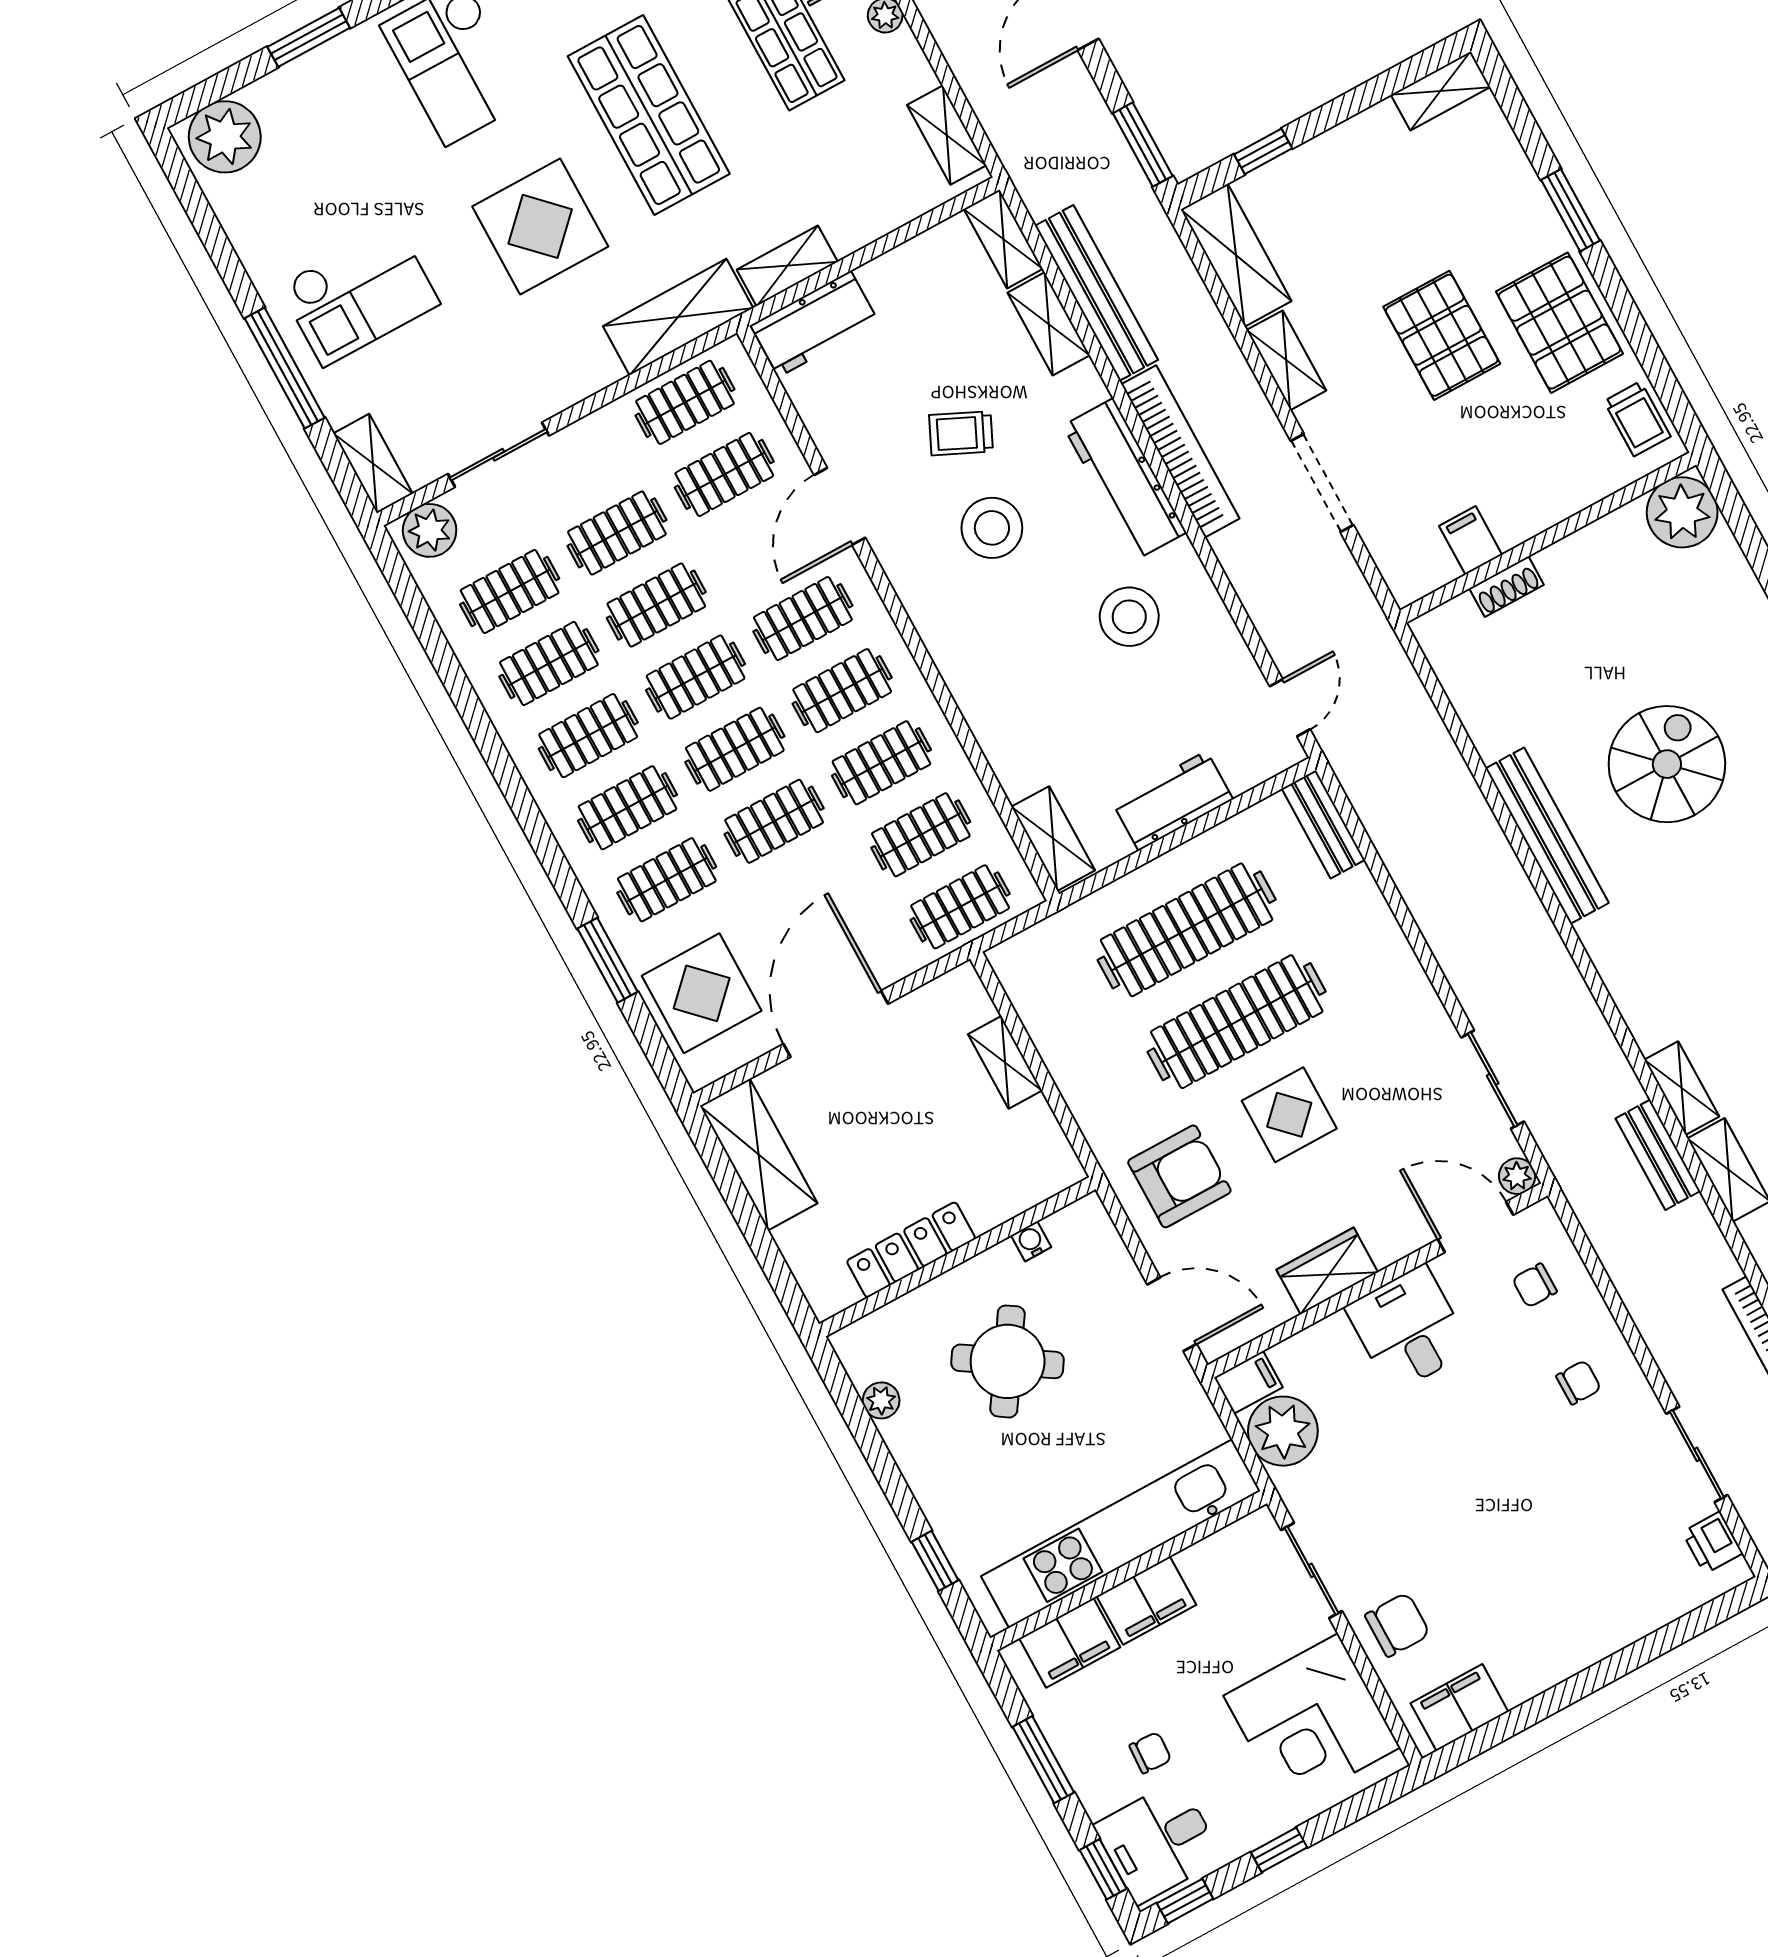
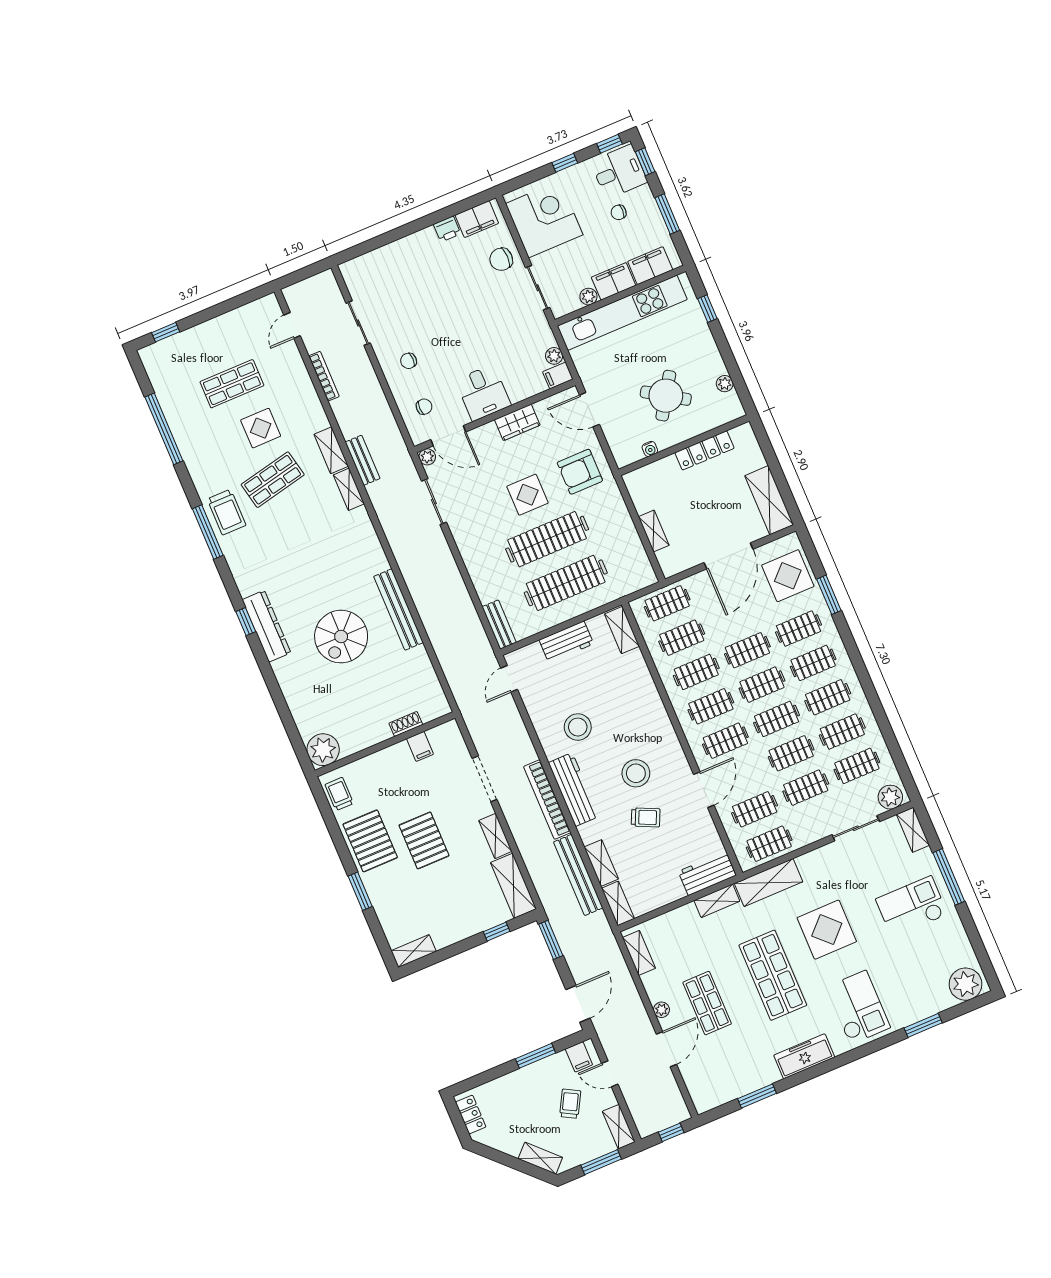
plant: (1283, 1431) -> (554, 356), width x0.53, depth x0.53
printer: (1712, 1543) -> (447, 229), moved, turned 90
plant: (1198, 1562) -> (588, 297), added

